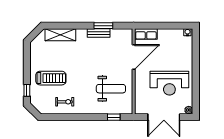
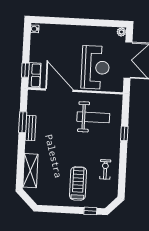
window: (150, 26) -> (25, 70), added
reception desk: (169, 83) -> (95, 67), moved
weight bench: (111, 89) -> (93, 117), turned 90
window: (114, 117) -> (124, 133), moved

